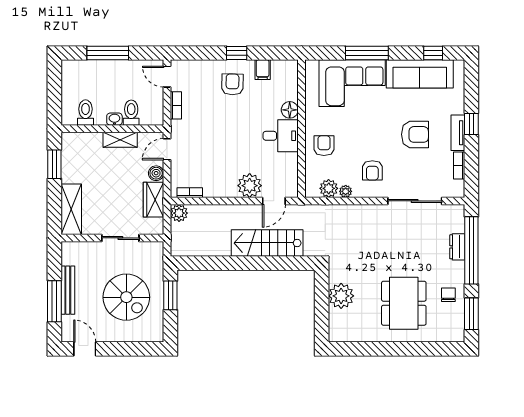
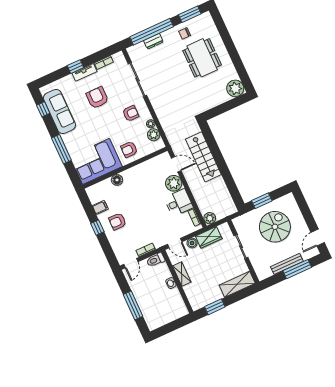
corner sofa: (352, 83) -> (96, 161), moved, turned -90
toilet: (86, 113) -> (175, 302), removed
toilet: (131, 113) -> (156, 260), moved
desk: (281, 136) -> (179, 203), moved, turned 90
plant: (341, 296) -> (235, 88), moved
dining table: (404, 303) -> (202, 58), turned 90

